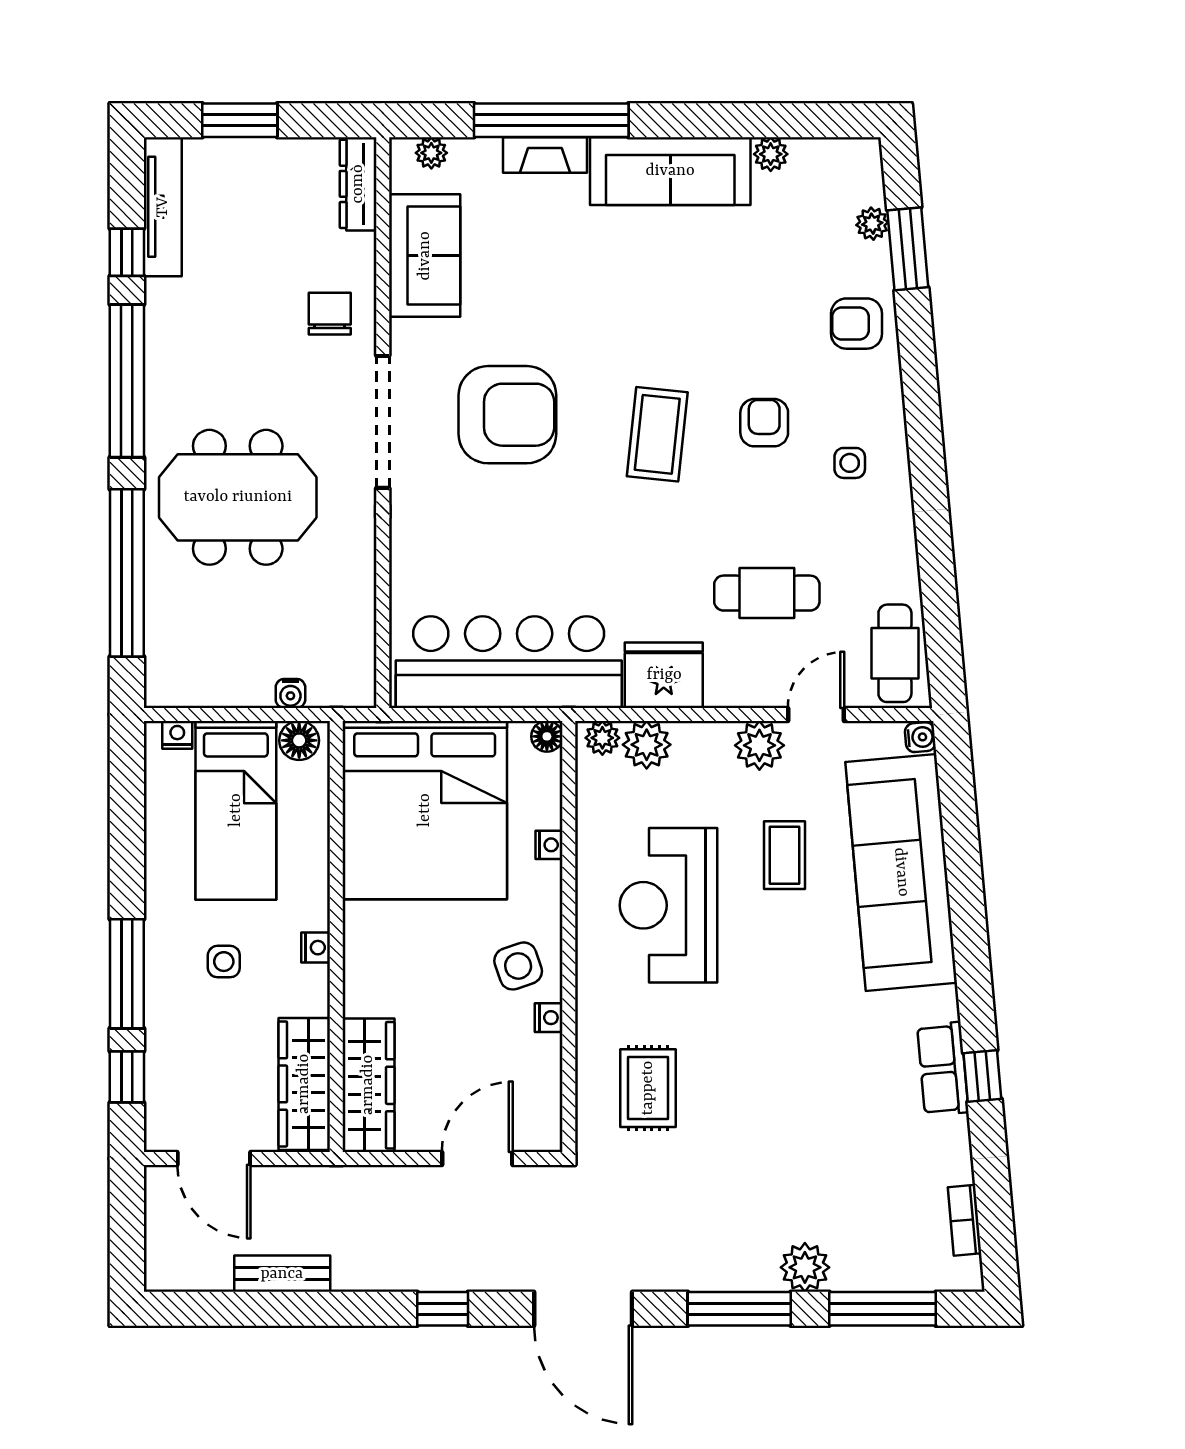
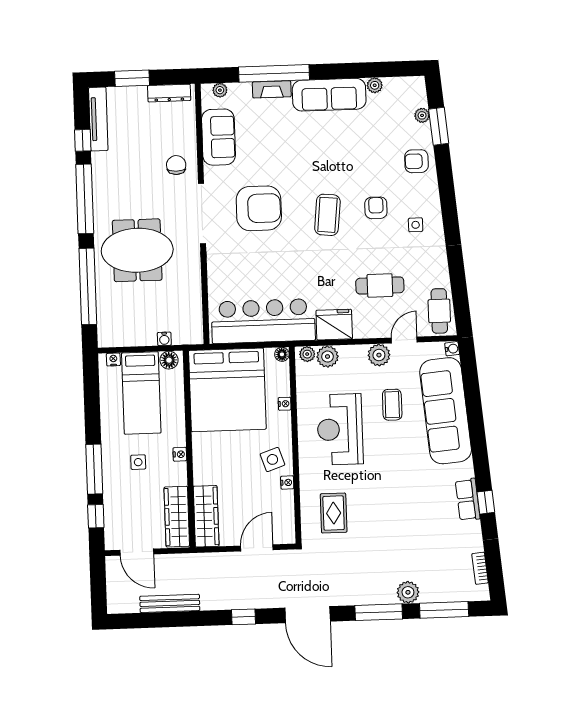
dresser: (358, 184) -> (169, 93), moved, turned -90
bench: (282, 1274) -> (170, 603), width x1.36

